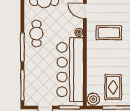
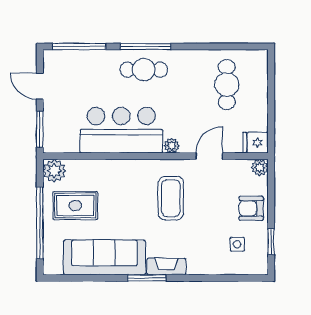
cafe table: (36, 34) -> (144, 70), moved
bar counter: (70, 70) -> (121, 130), width x0.73

